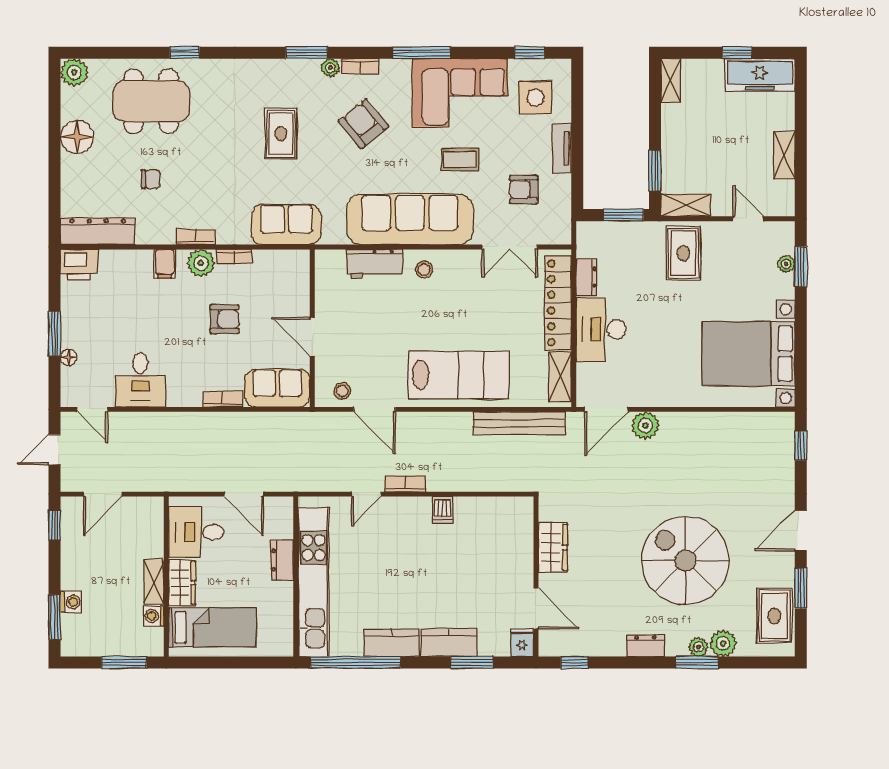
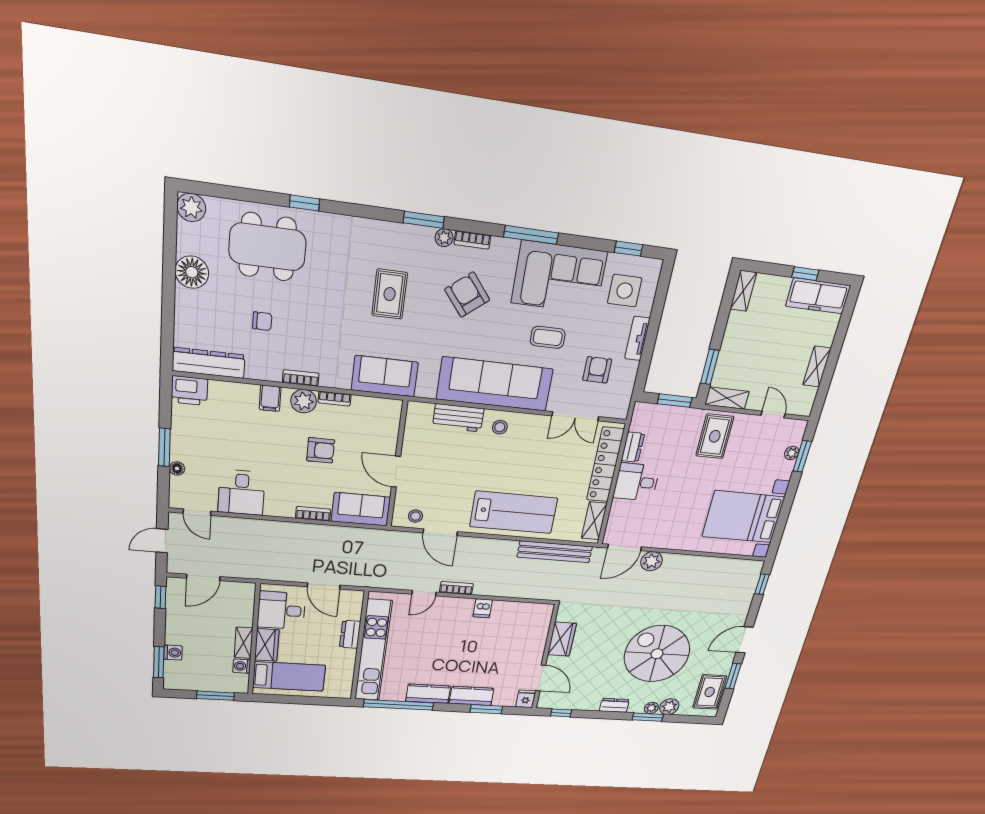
armchair: (524, 189) -> (597, 370), turned 90
desk: (601, 330) -> (636, 482), width x0.73

